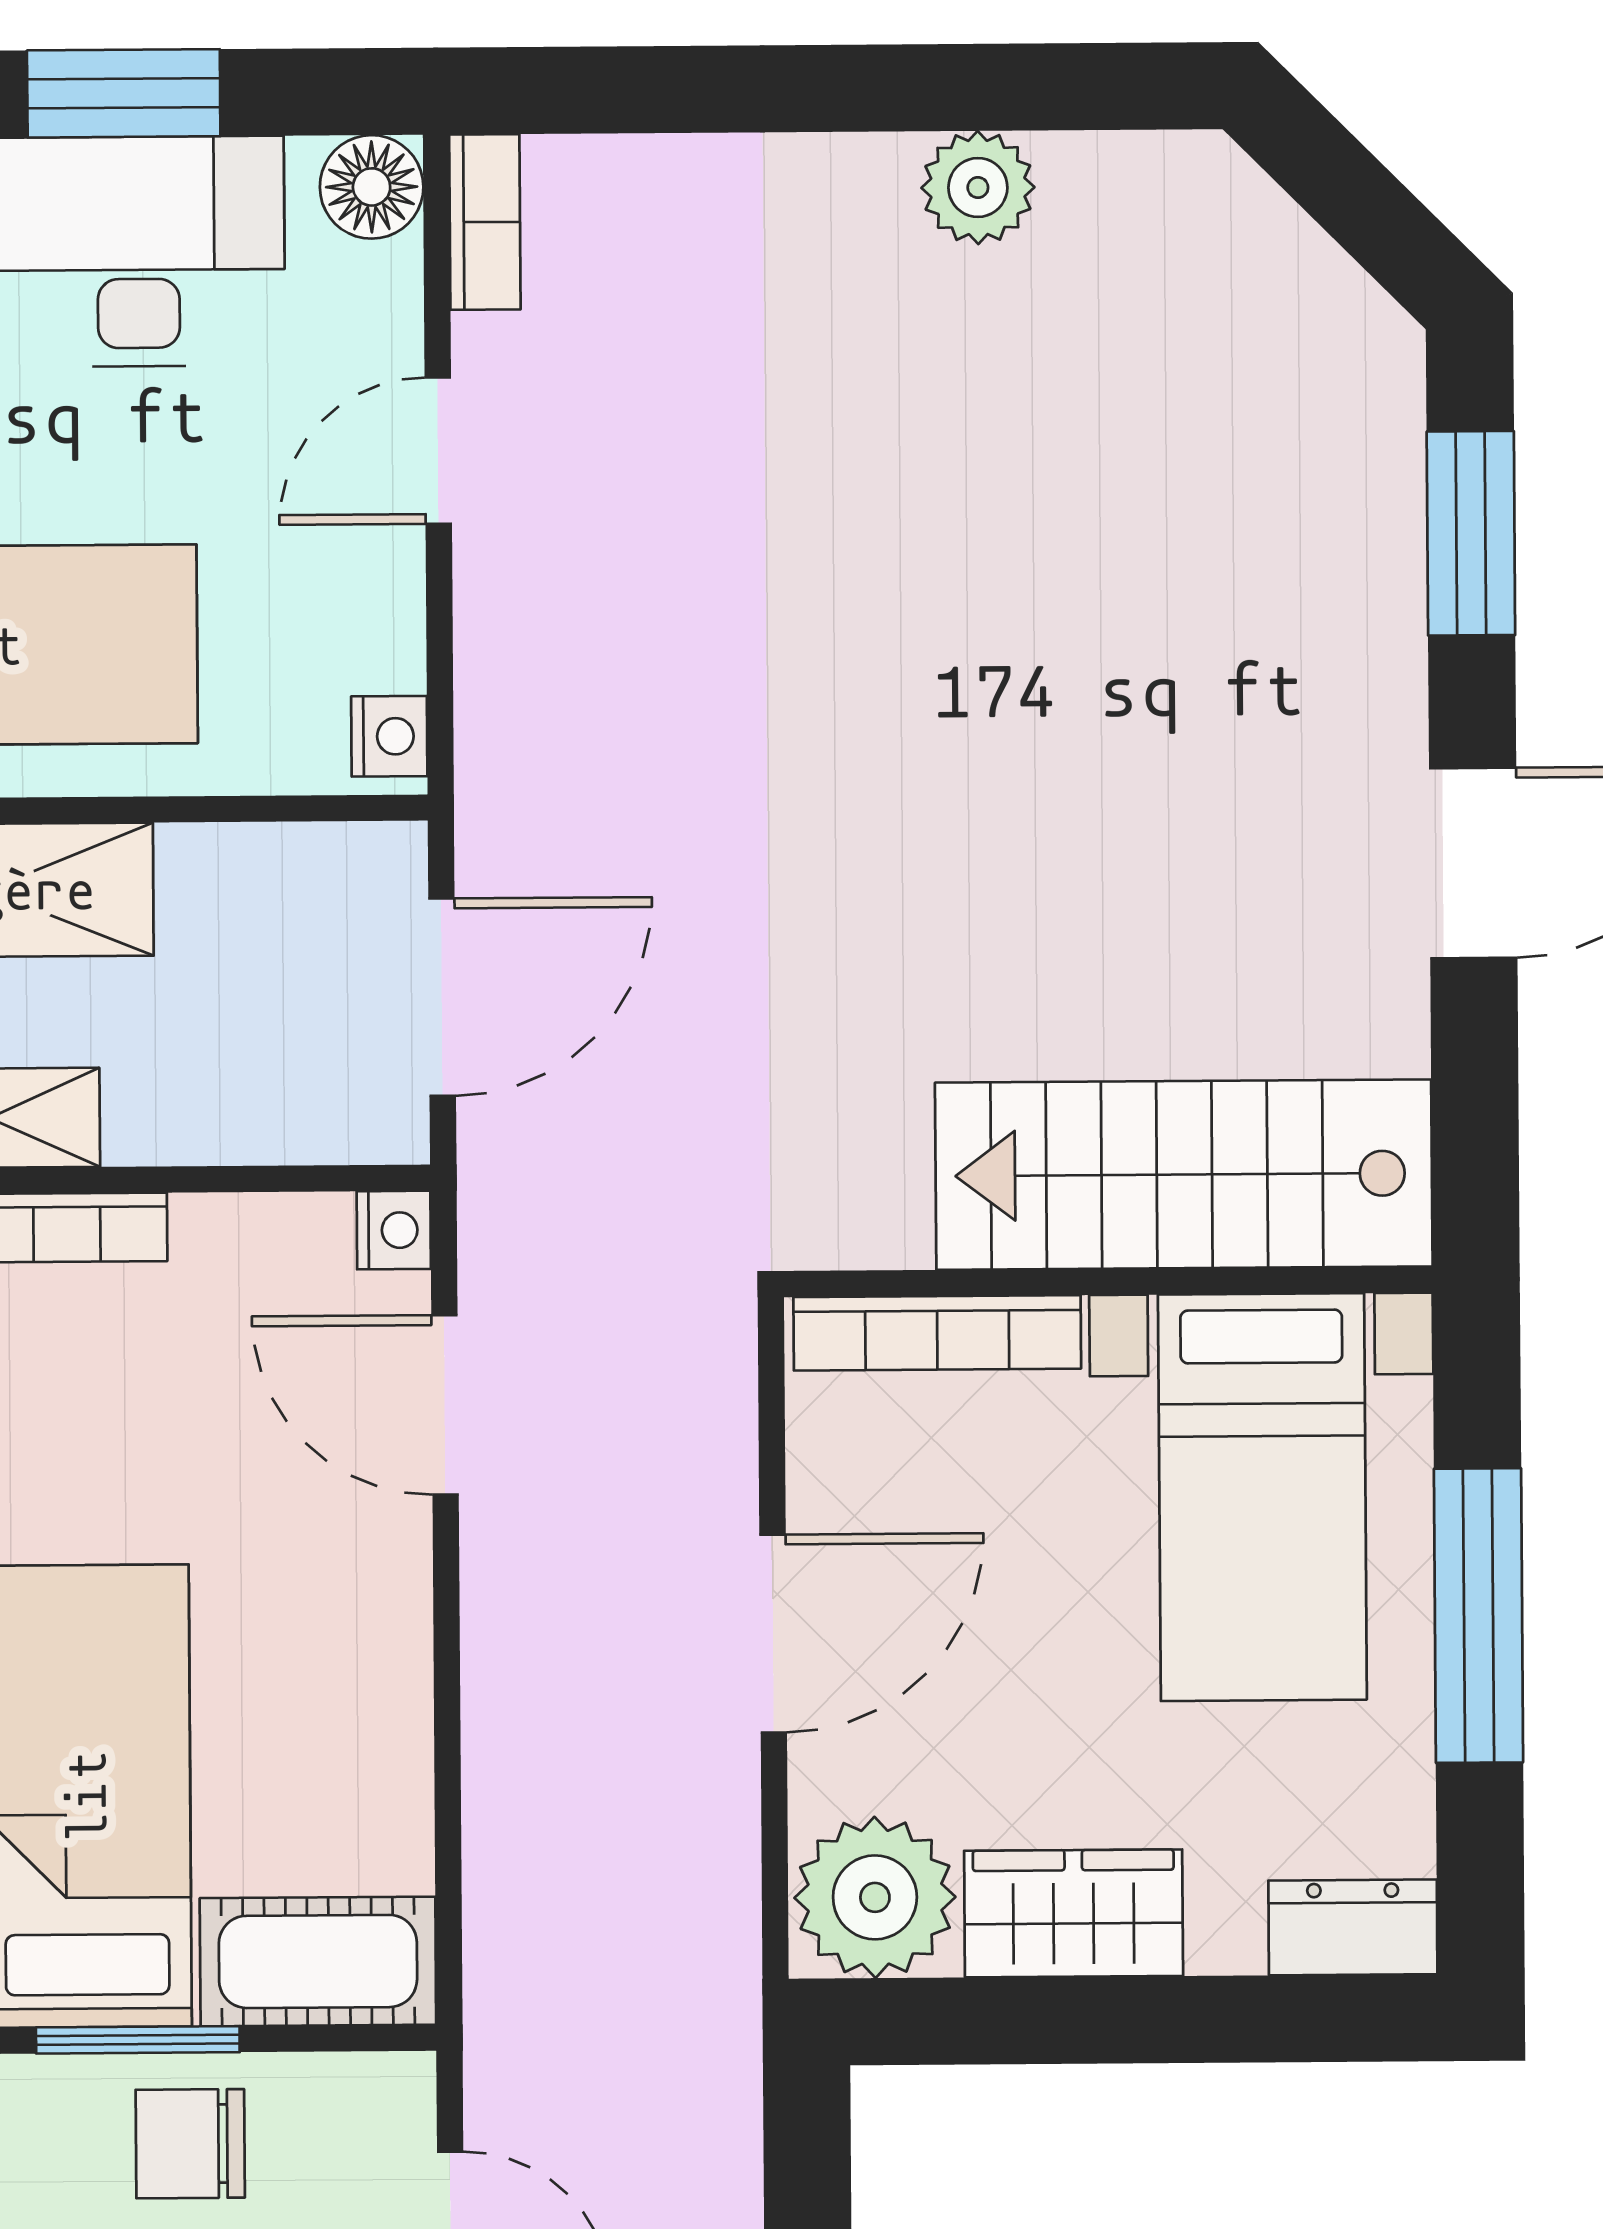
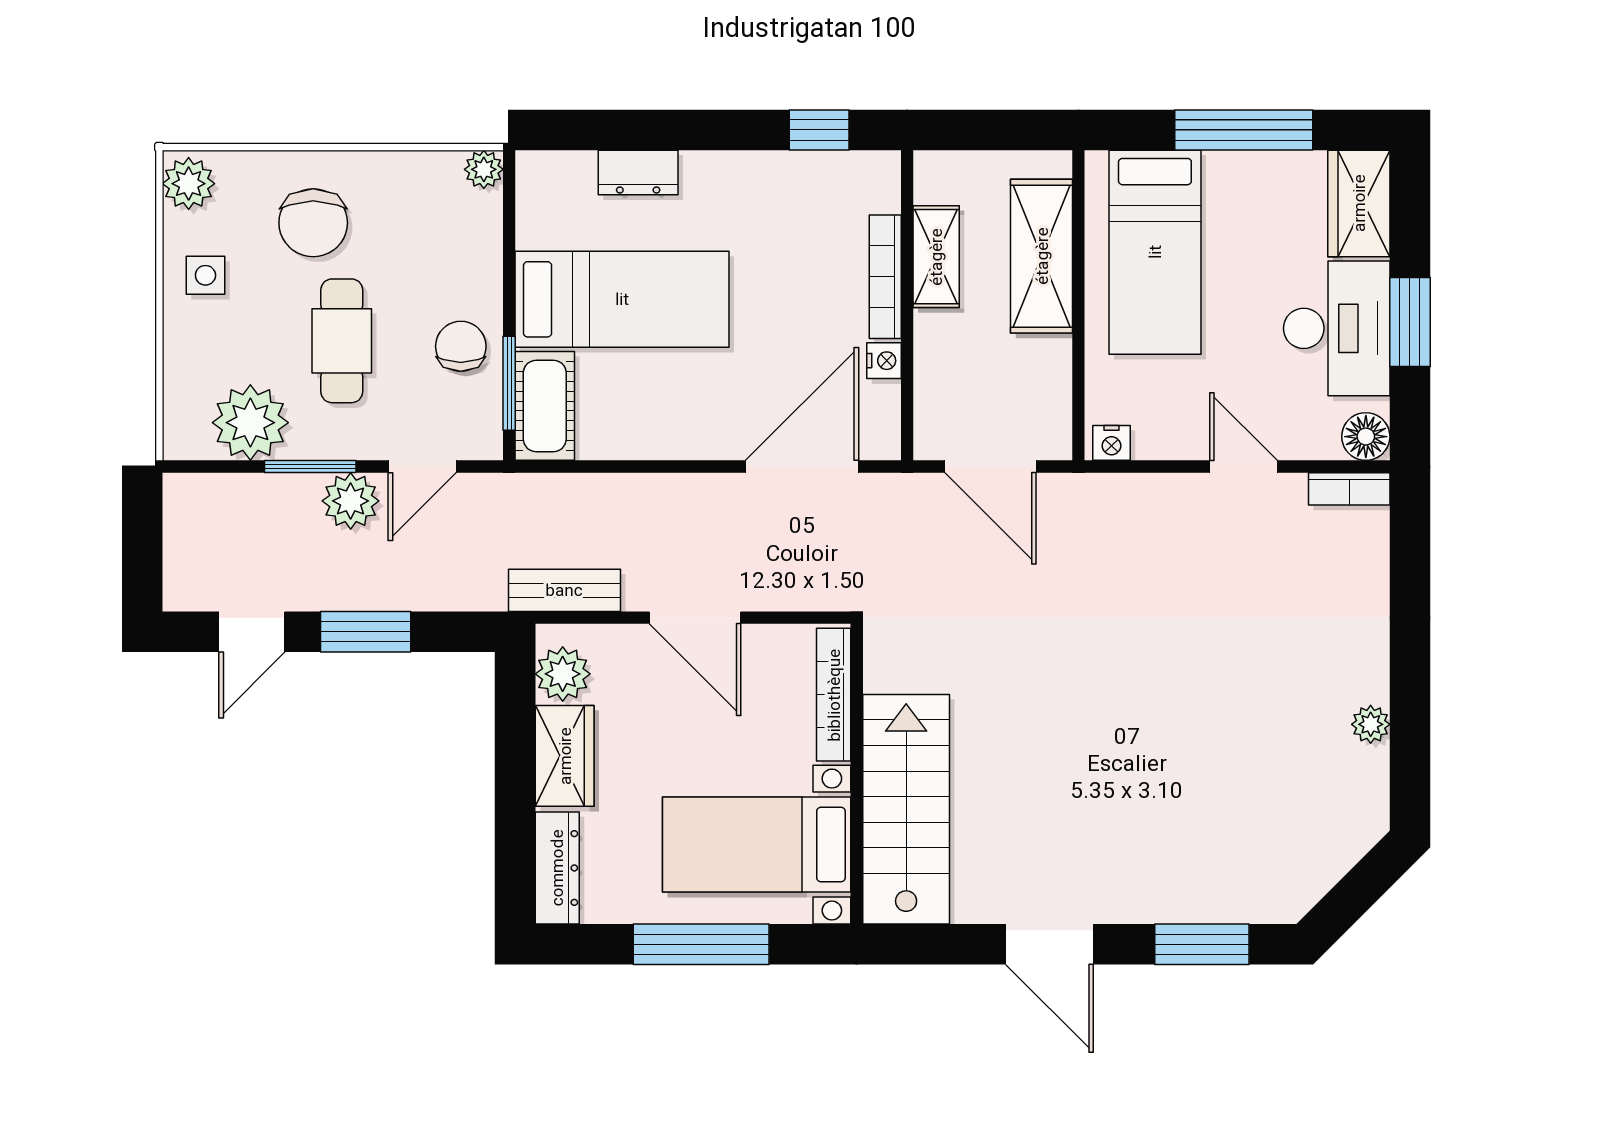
plant: (978, 188) -> (1371, 724), width x0.73, depth x0.73
nightstand: (394, 1230) -> (884, 361), moved, turned -90
door: (445, 1405) -> (802, 467), width x1.36
plant: (875, 1897) -> (563, 674), width x0.73, depth x0.73
bench: (716, 1916) -> (564, 590), added
dresser: (1353, 1927) -> (557, 868), width x1.44
window: (138, 2040) -> (509, 383), moved

